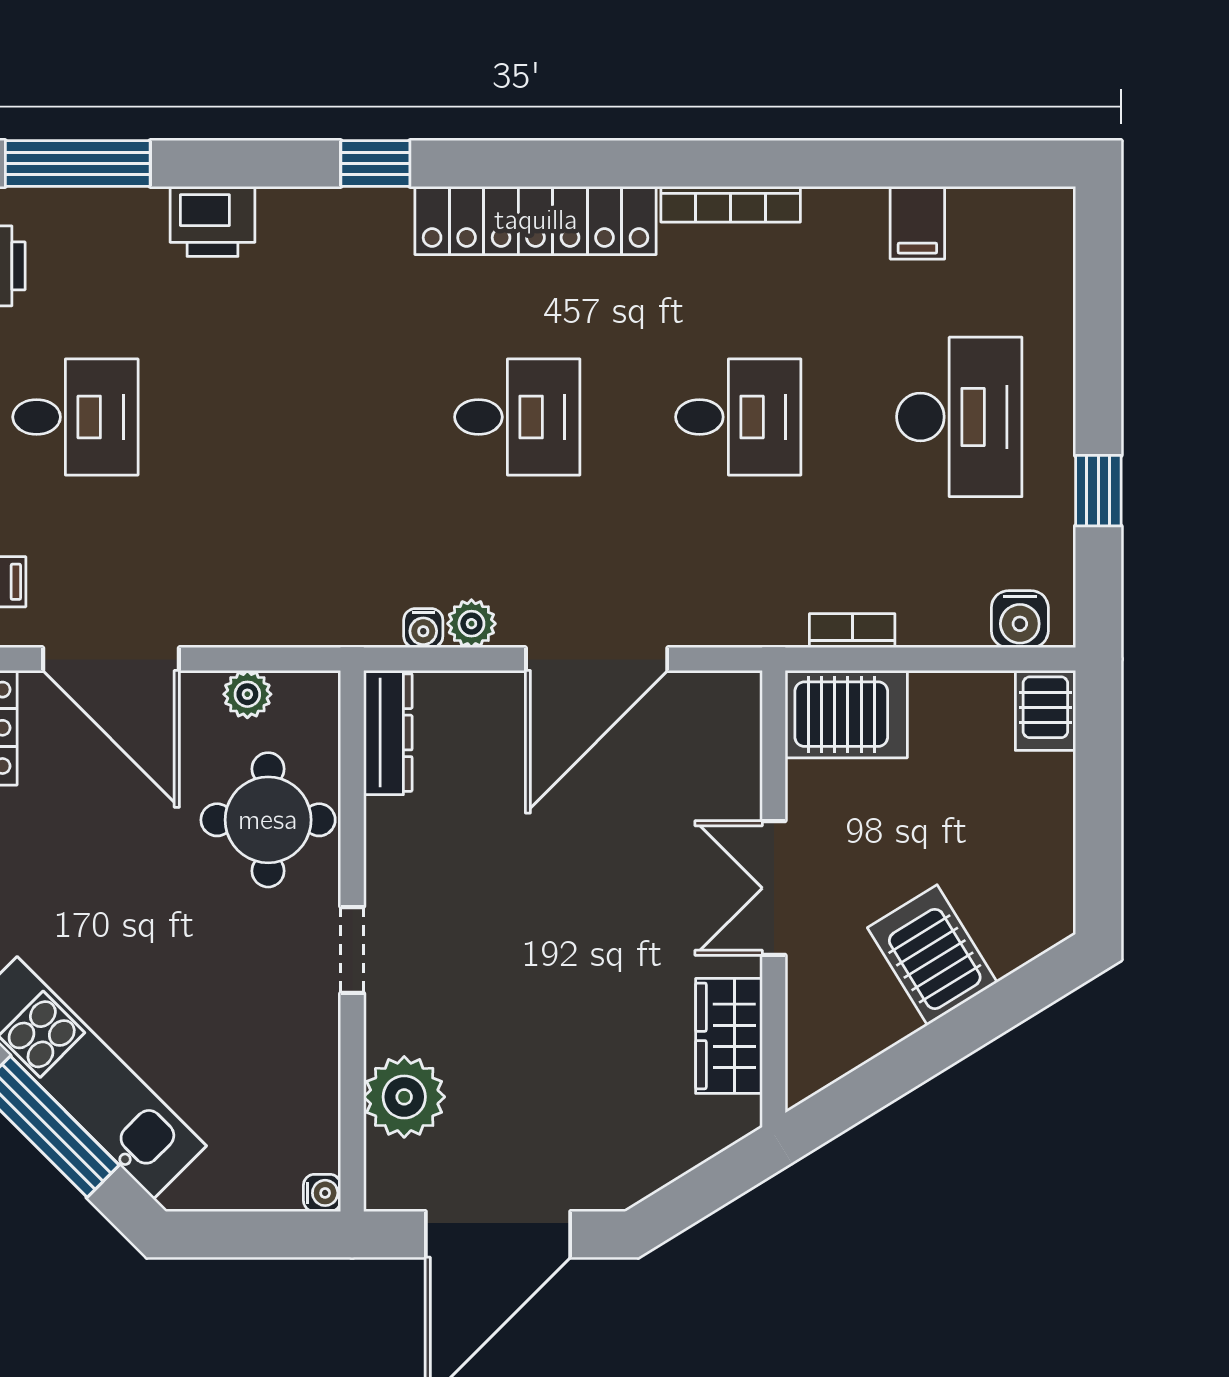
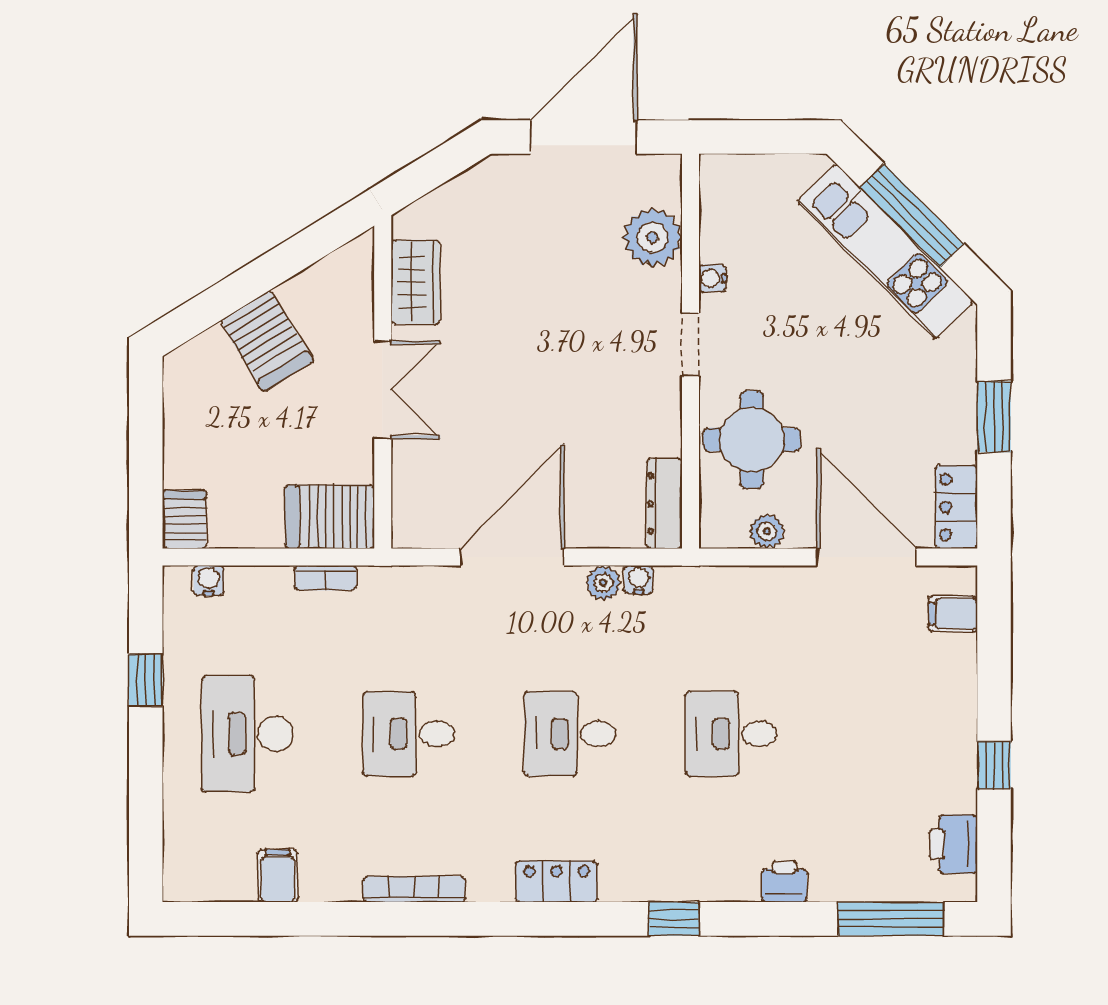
locker: (536, 220) -> (557, 882), width x0.46, depth x0.83
printer: (212, 221) -> (784, 882), width x0.73, depth x0.81
desk: (75, 417) -> (731, 734), moved
water cooler: (1020, 619) -> (209, 580), width x0.72, depth x0.72
water cooler: (322, 1193) -> (712, 278), moved

